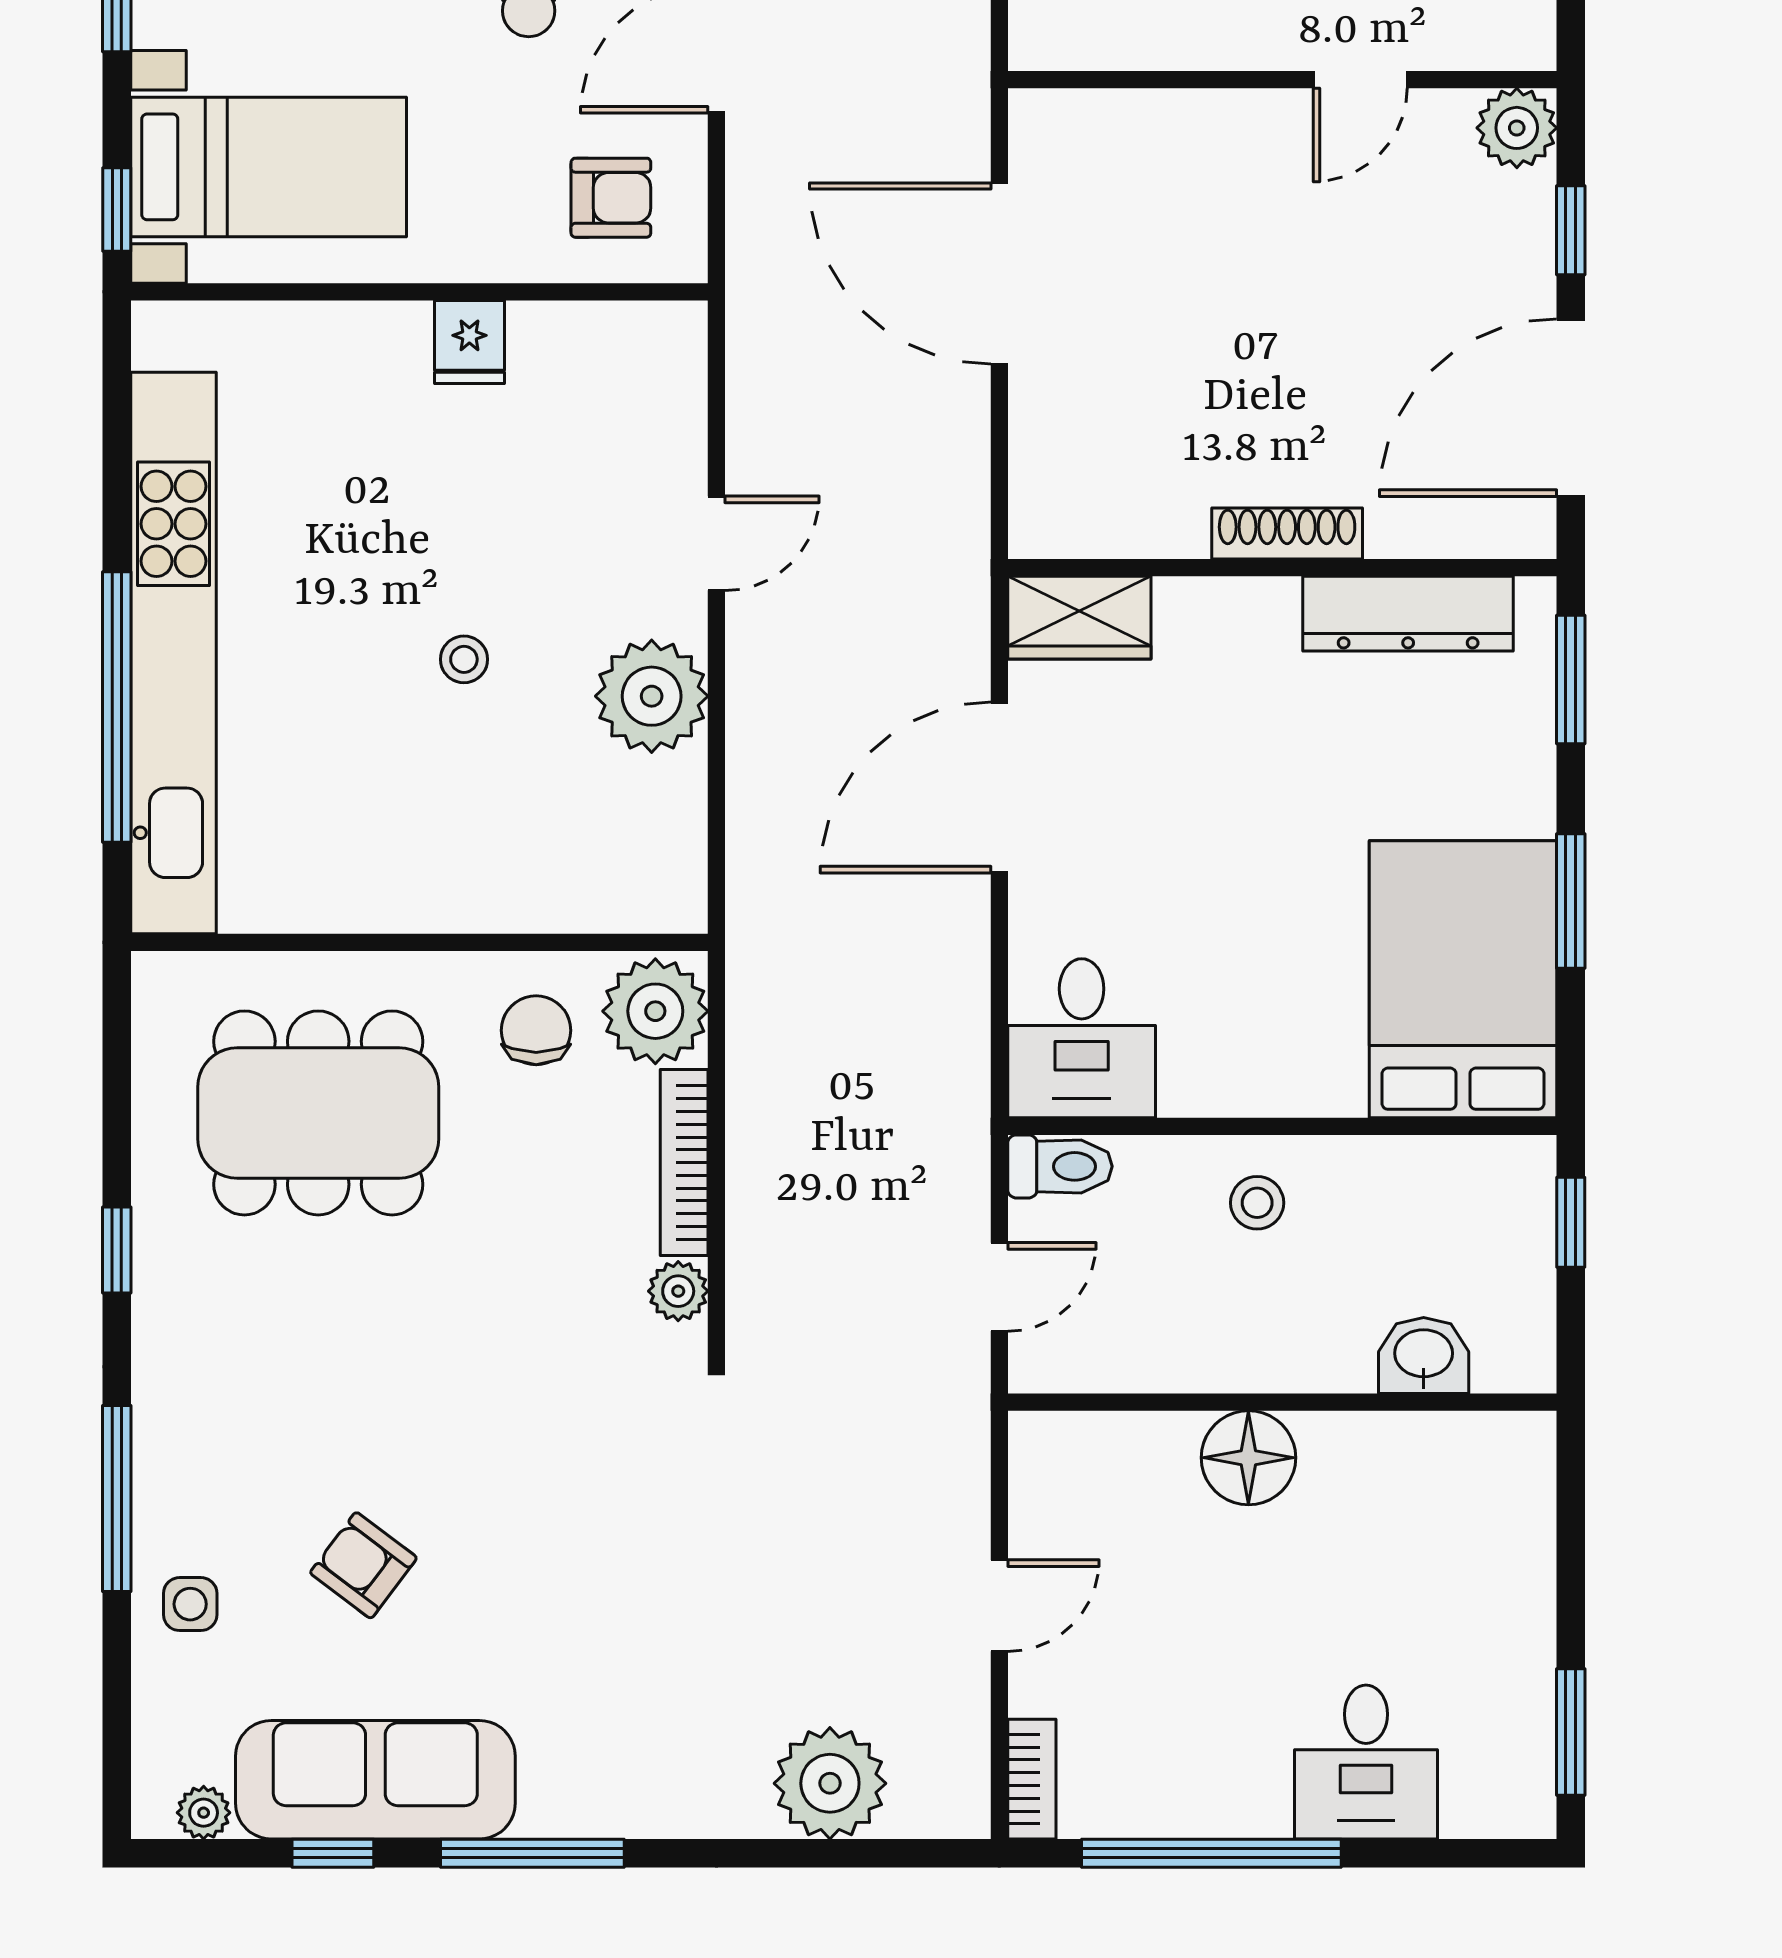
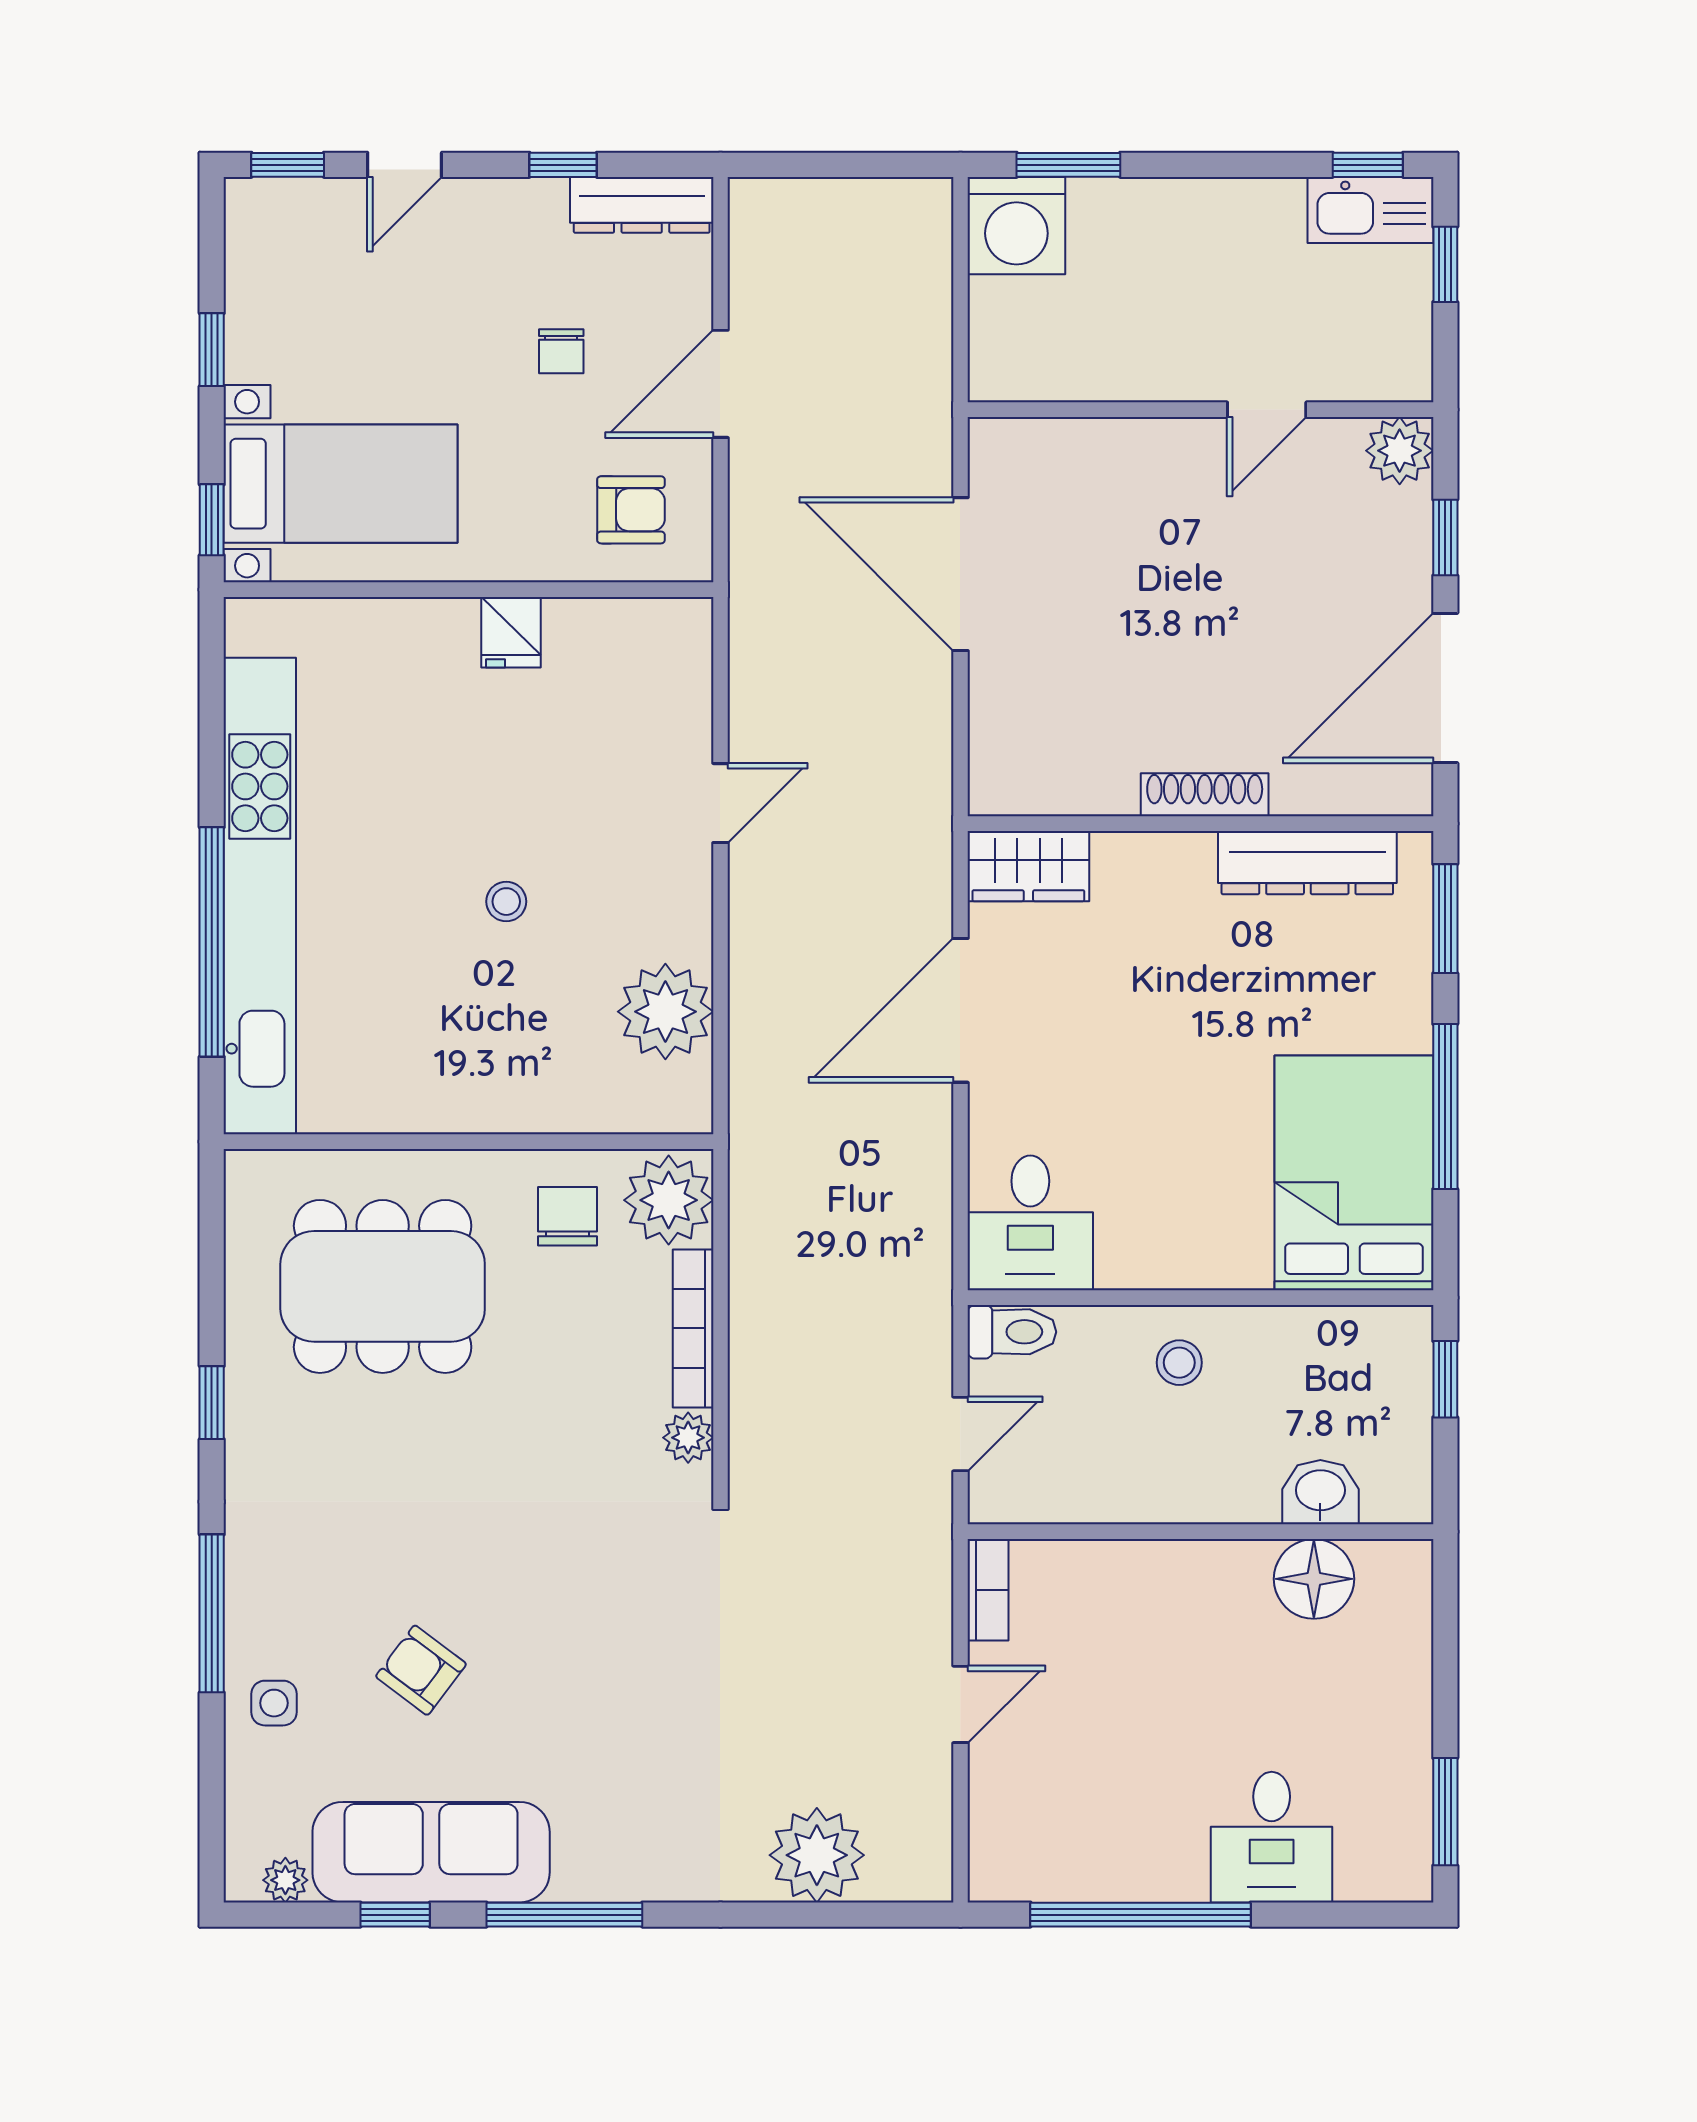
plant: (652, 696) -> (665, 1012), moved
window: (1571, 901) -> (1445, 1106), width x1.44
floor lamp: (1248, 1458) -> (1314, 1579), moved
bookcase: (1032, 1779) -> (988, 1590), moved

